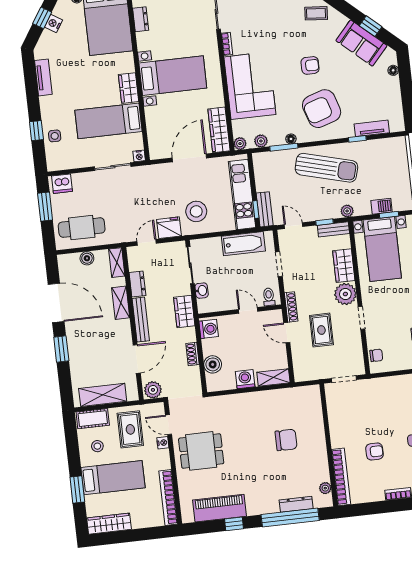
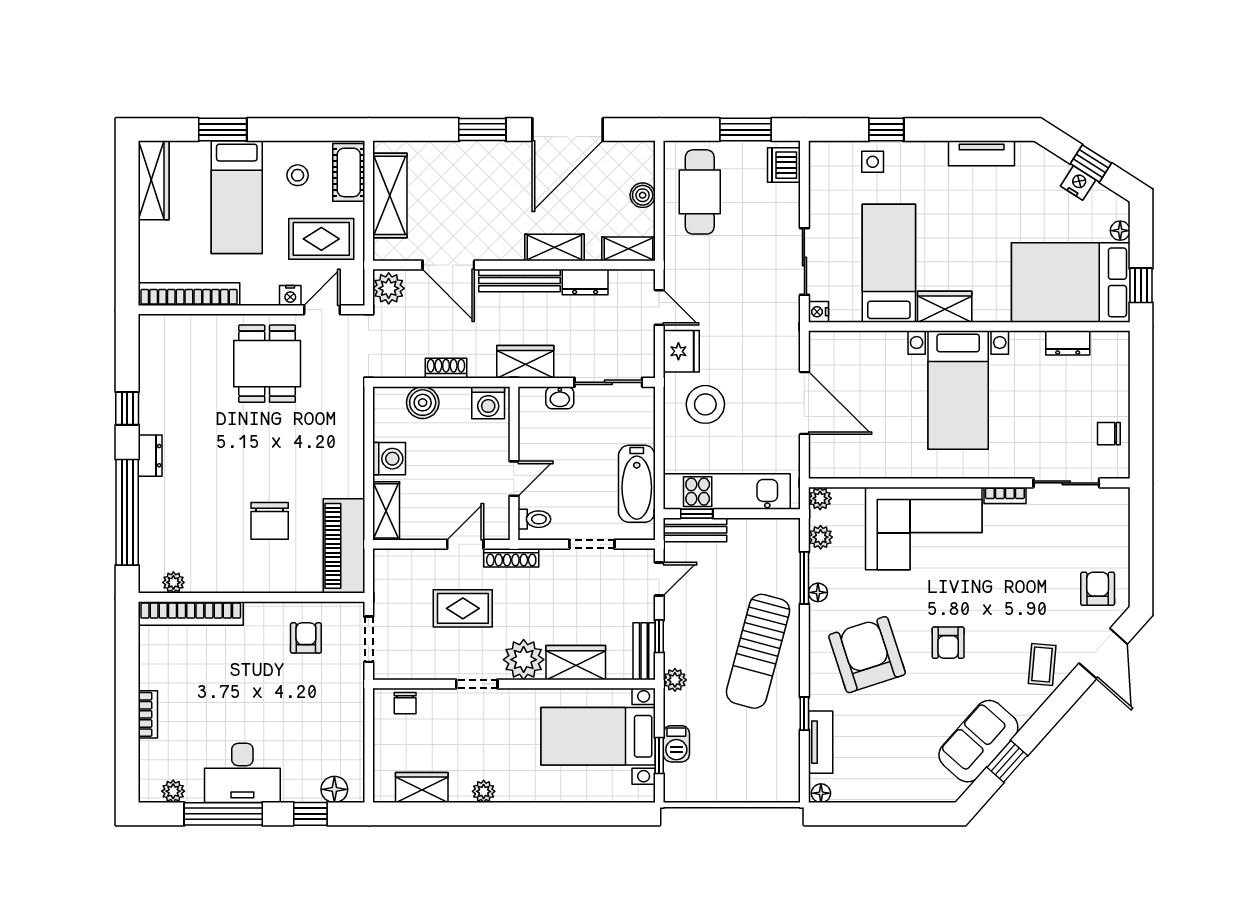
floor lamp: (393, 70) -> (821, 793), moved
wardrobe: (219, 130) -> (849, 463), removed
armchair: (374, 452) -> (306, 638), moved, turned 180
dresser: (296, 504) -> (150, 456), moved, width x0.70
piano: (220, 508) -> (344, 546), moved, turned 180

